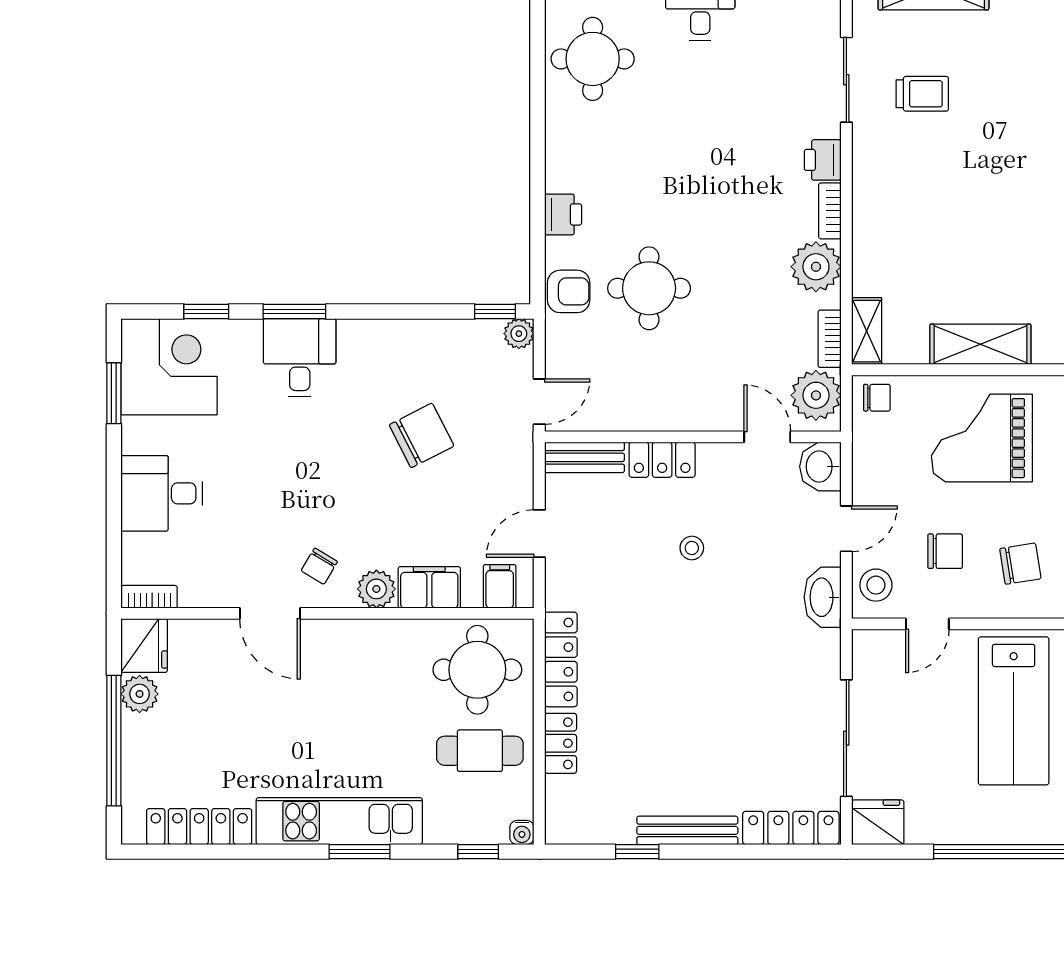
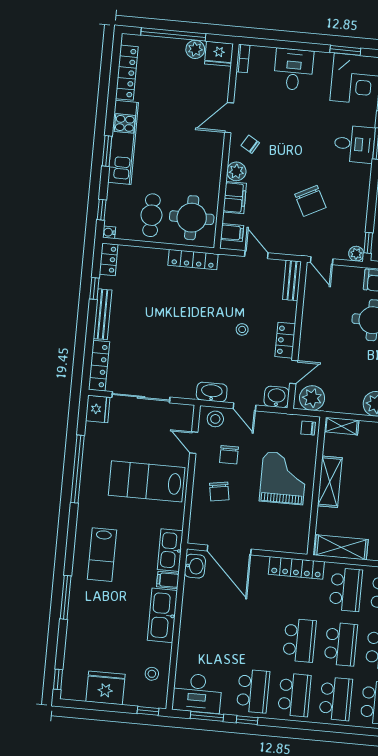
bookcase: (830, 339) -> (339, 407), removed
chair: (877, 398) -> (308, 428), turned 90
locker: (662, 460) -> (285, 340), moved
locker: (561, 743) -> (109, 259), moved, turned -90

